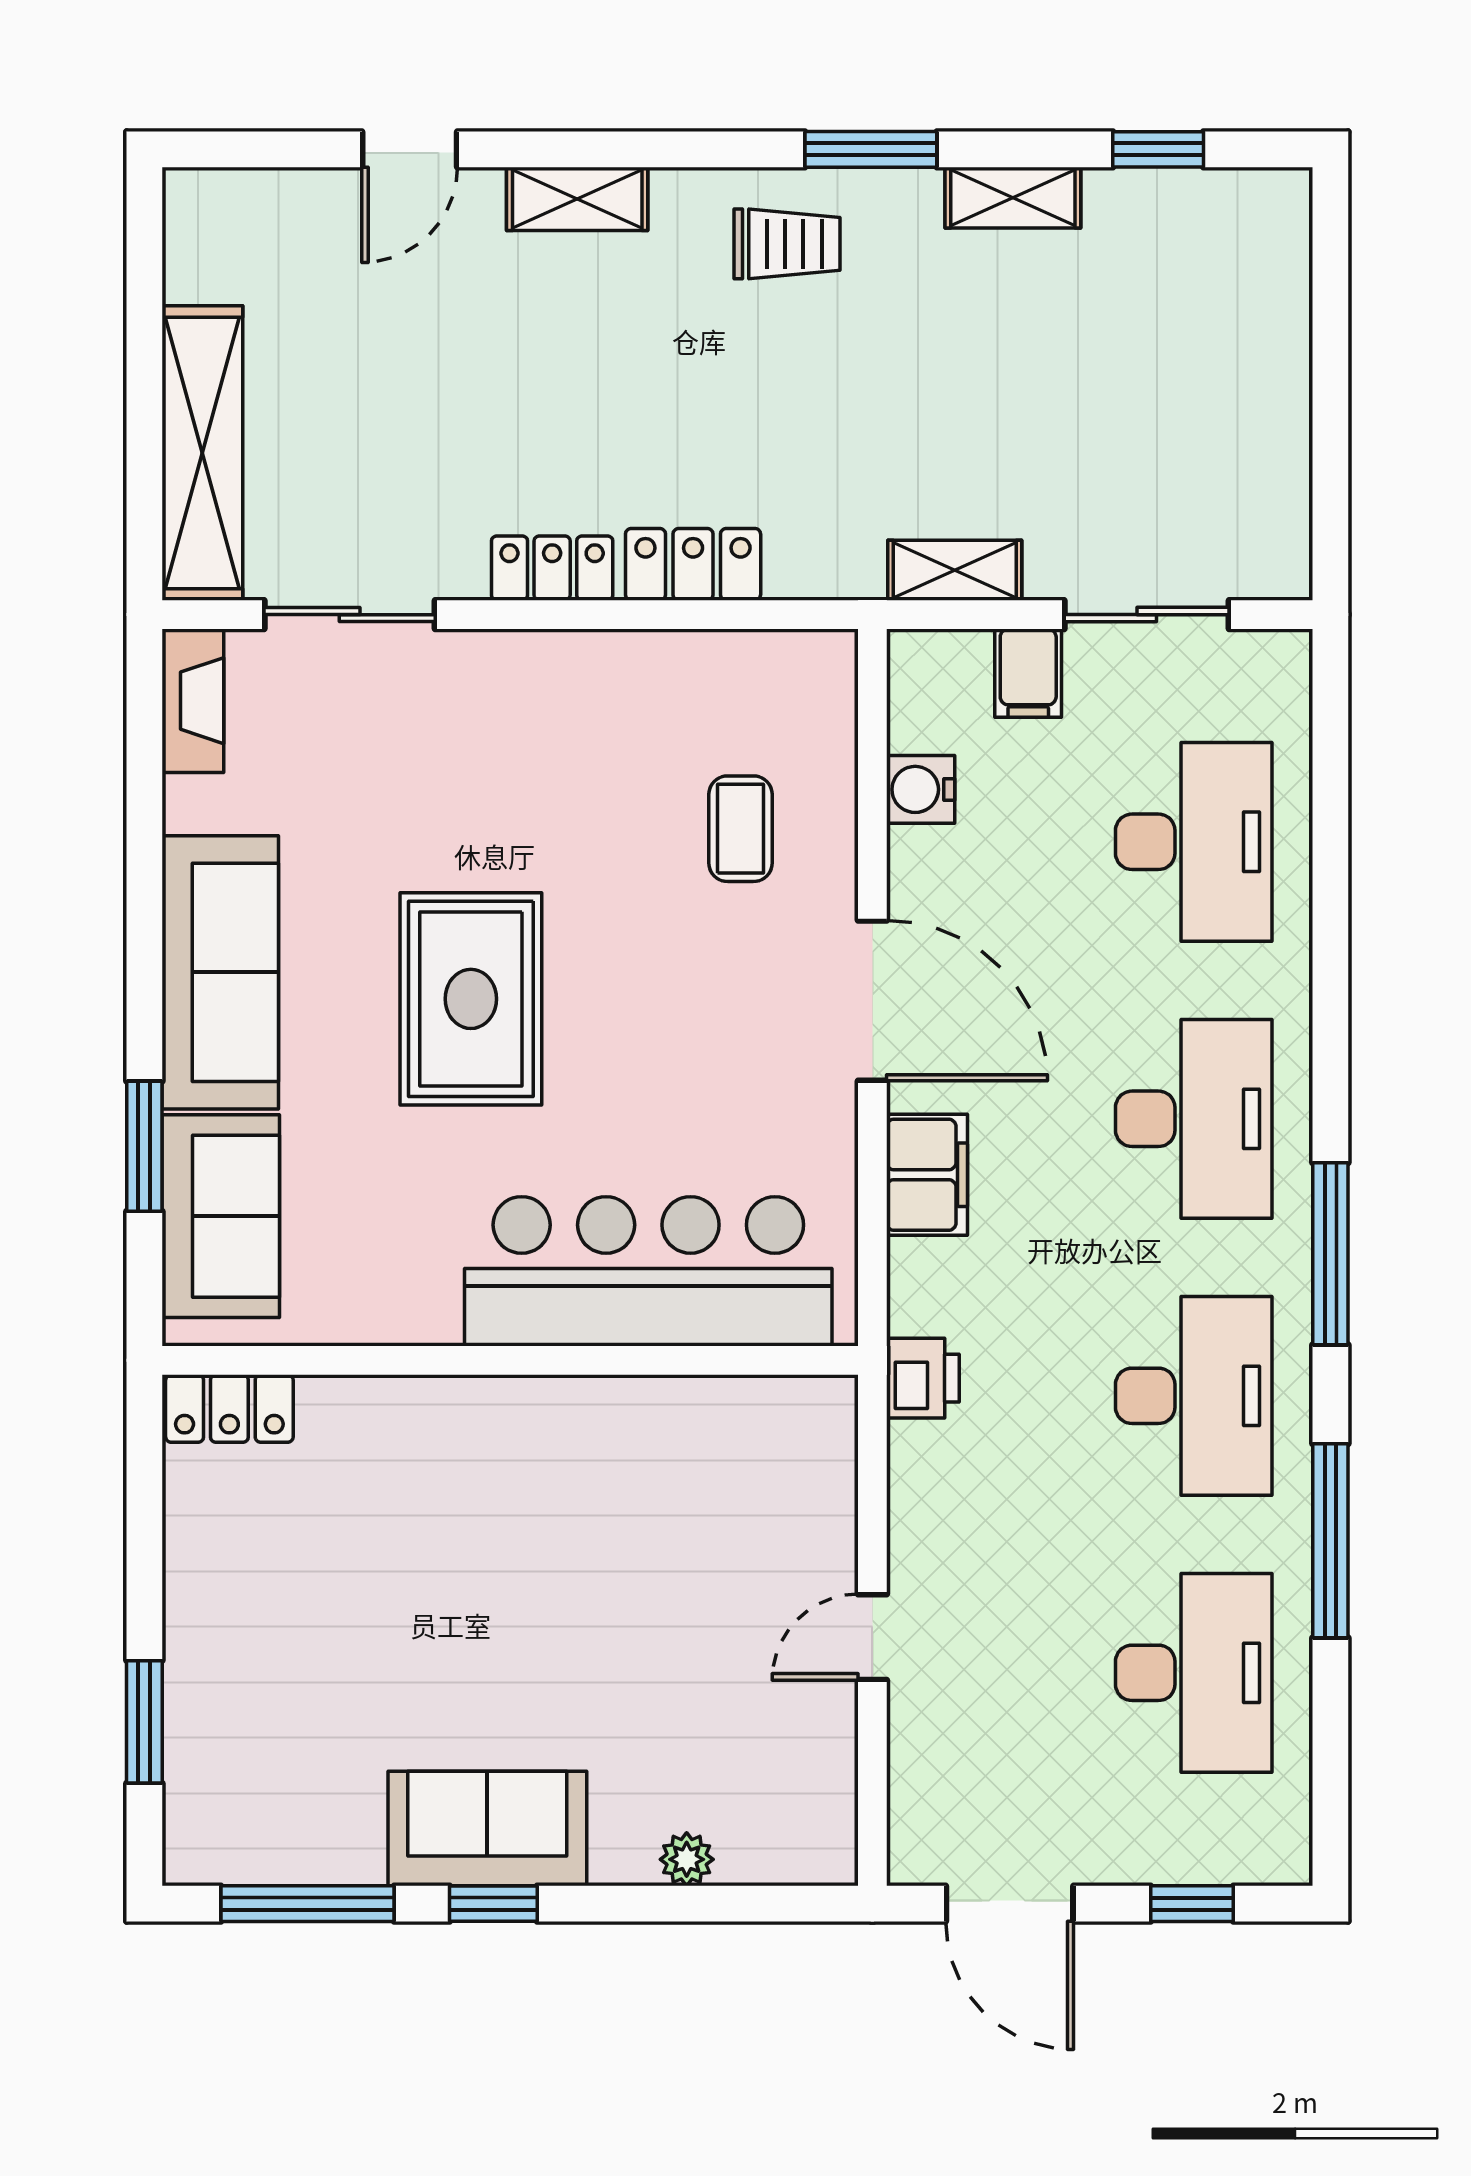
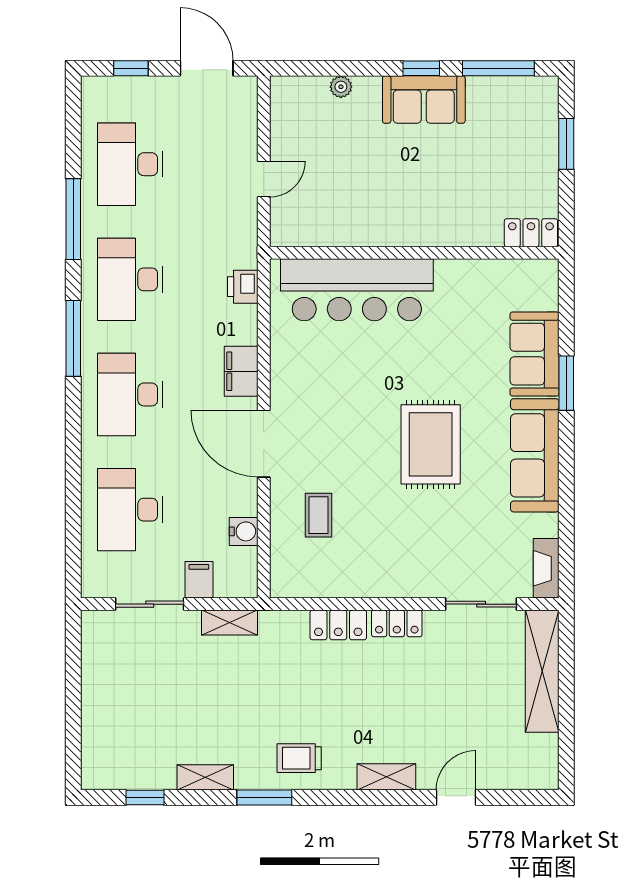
bar counter: (648, 1271) -> (357, 290), moved
wall: (510, 1360) -> (414, 253), moved
locker: (229, 1409) -> (531, 233), moved

